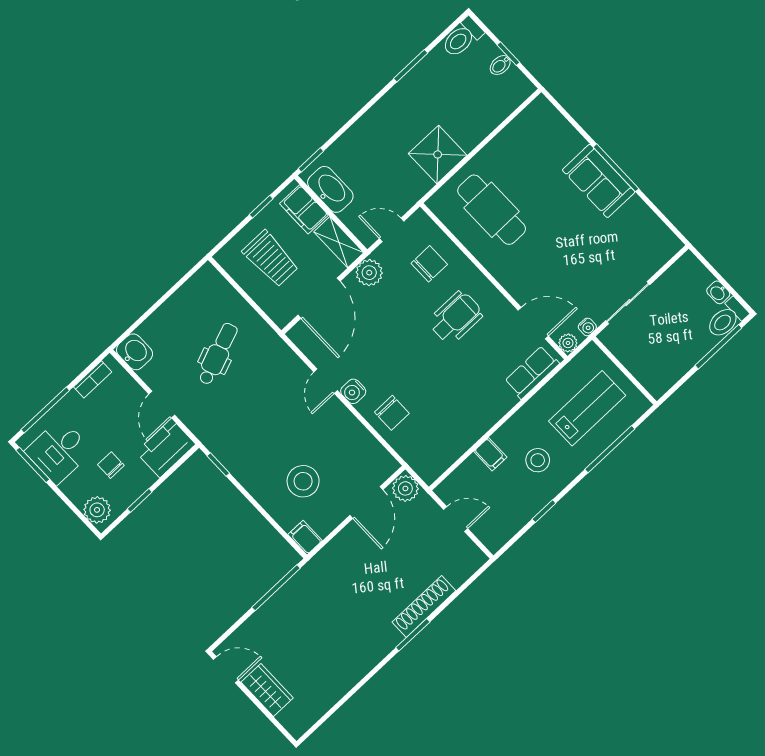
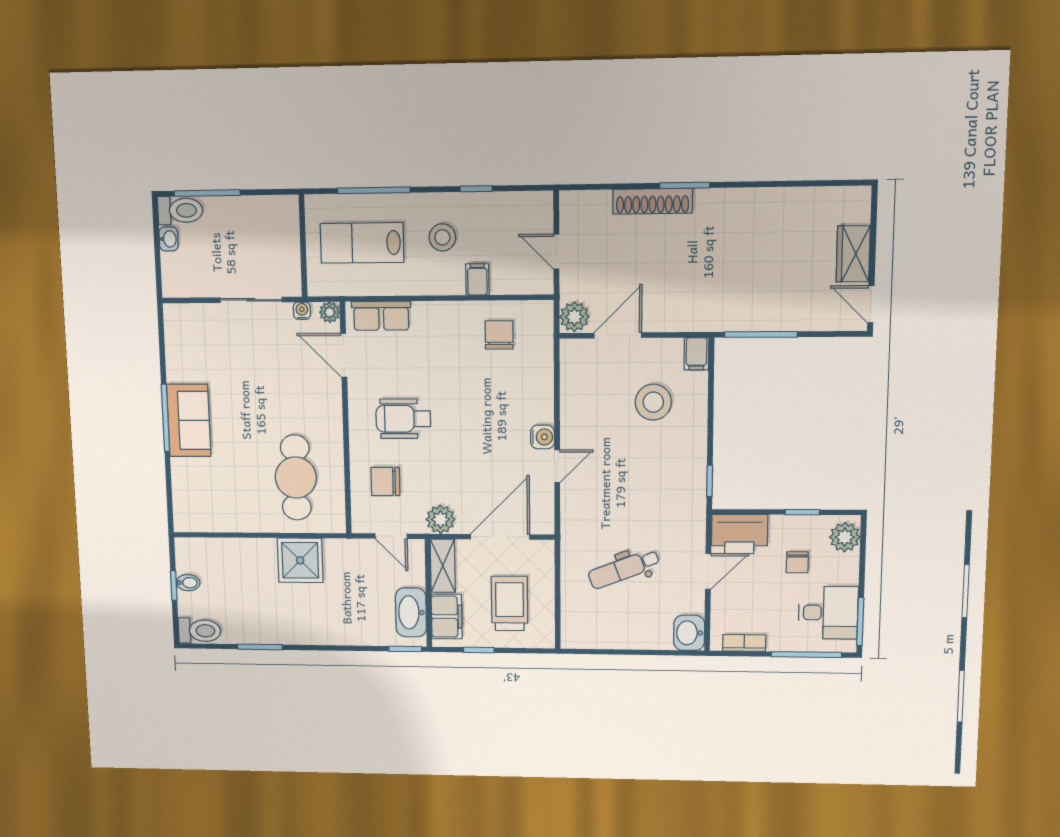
chair: (392, 413) -> (499, 335), moved

